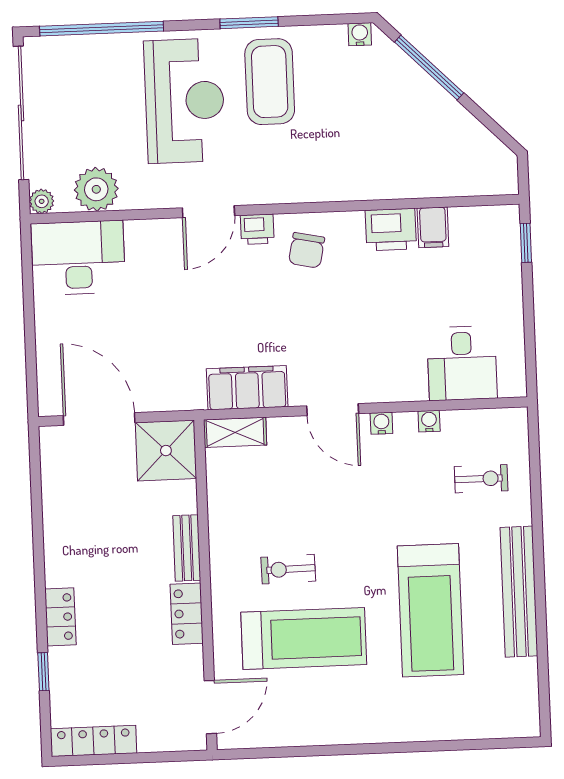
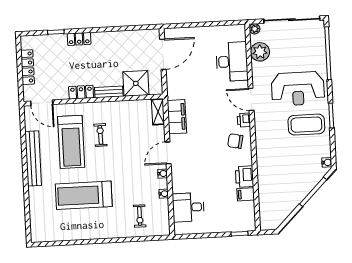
desk: (78, 258) -> (232, 62), moved
shower: (166, 451) -> (136, 83), moved
bench: (519, 592) -> (33, 158), moved, turned 90
locker: (94, 741) -> (28, 67), moved

